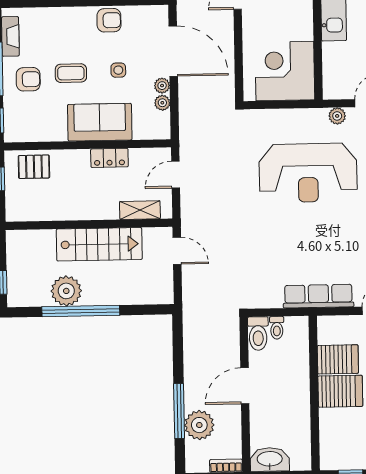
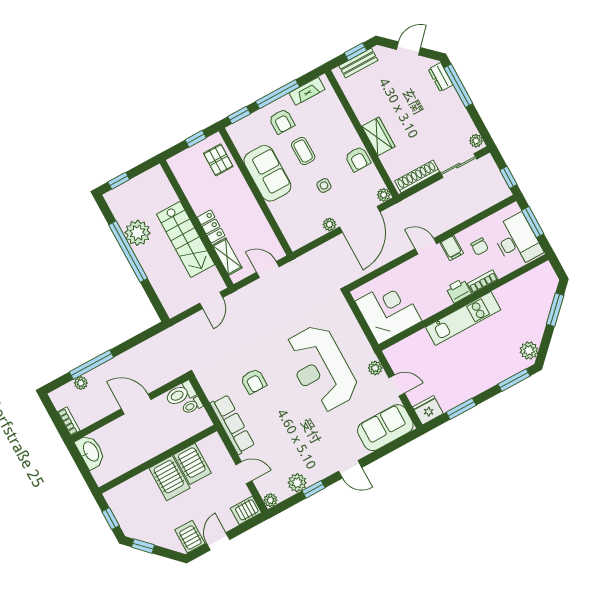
plant: (162, 103) -> (384, 195), moved
sofa: (100, 122) -> (267, 173), moved
locker: (109, 158) -> (211, 226), moved, turned 180
armchair: (285, 250) -> (254, 381), added
plant: (199, 425) -> (81, 383), width x0.53, depth x0.53

